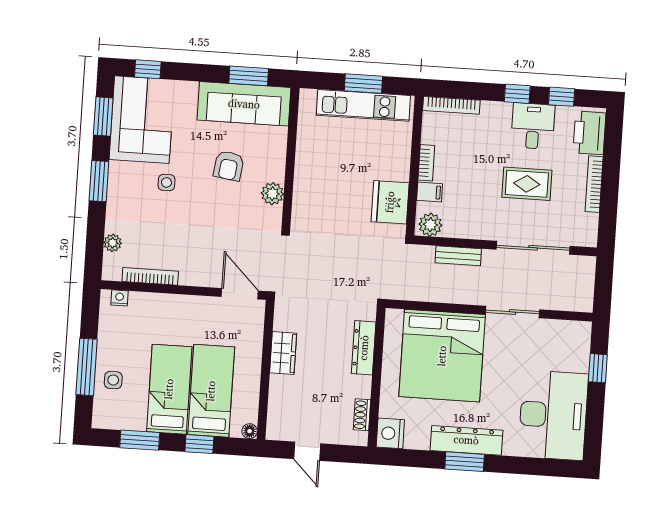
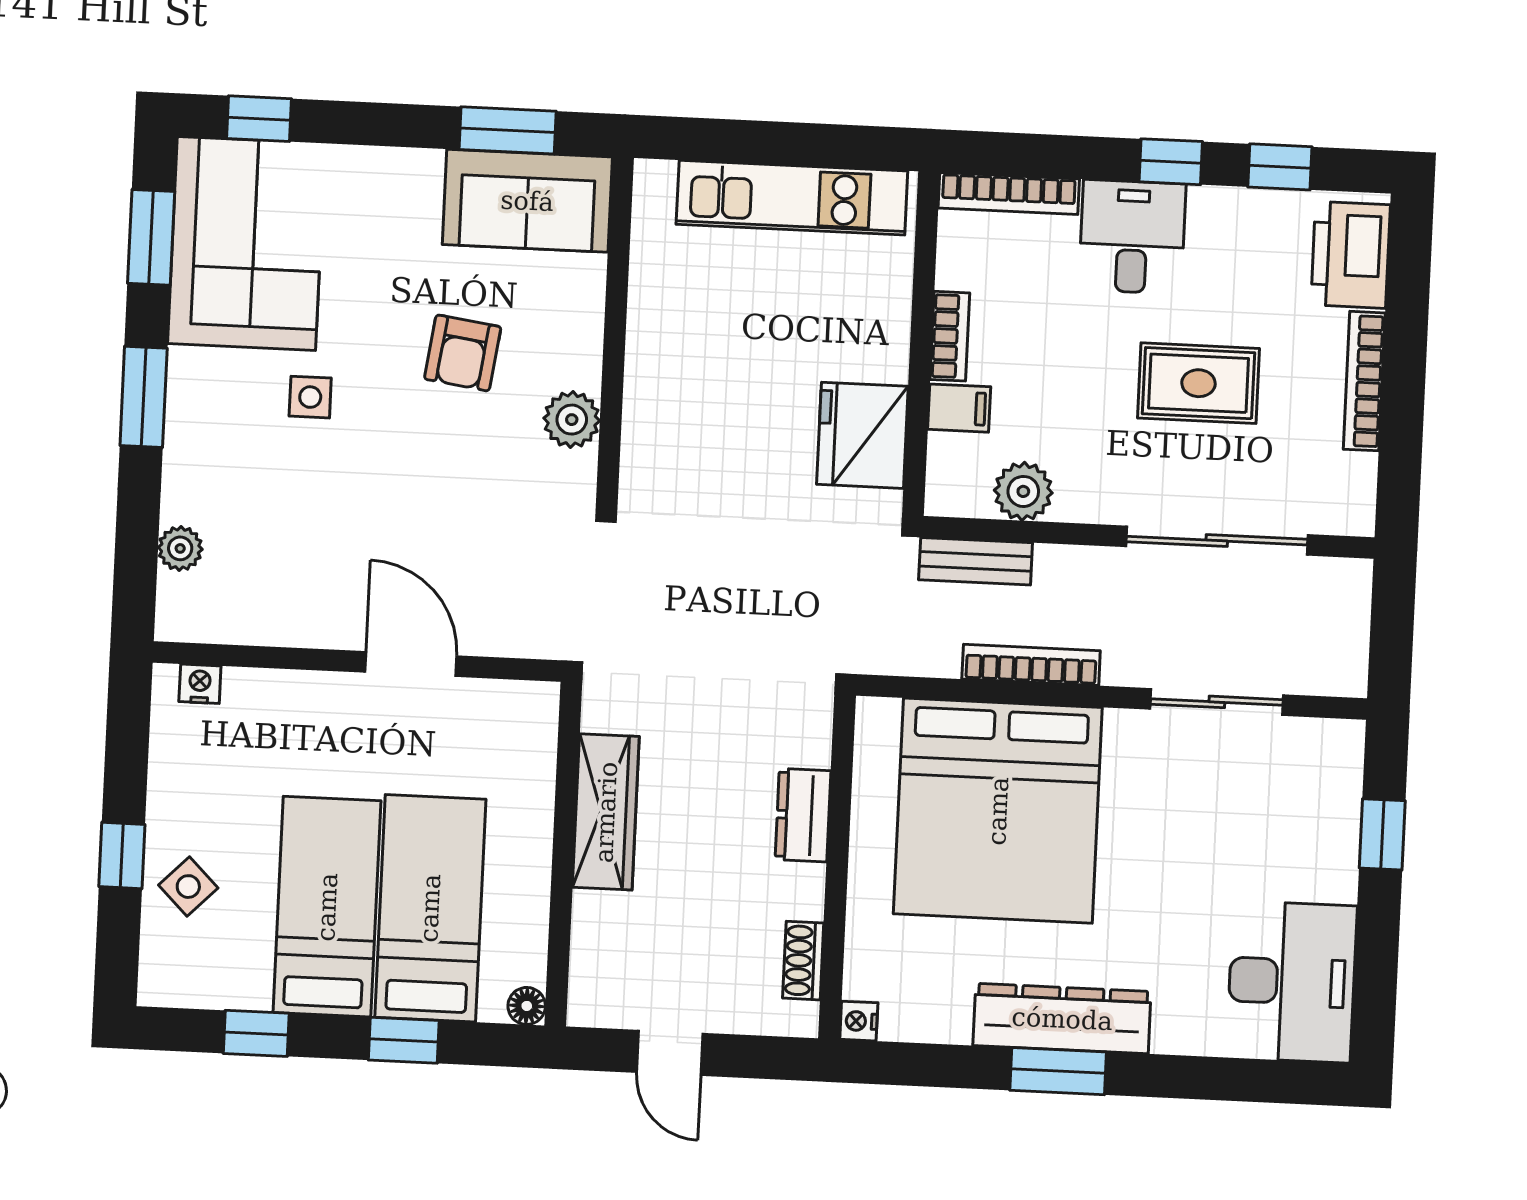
window: (363, 84) -> (791, 144), removed
sofa: (244, 104) -> (527, 201), width x0.73
desk: (533, 126) -> (1132, 237), moved
plant: (430, 225) -> (1023, 491), moved
bench: (458, 256) -> (976, 561), moved
bookcase: (150, 276) -> (1031, 665), moved
door: (240, 294) -> (411, 664), moved
sliding door: (513, 312) -> (1217, 702), moved
dresser: (364, 348) -> (803, 815), width x0.70
wardrobe: (283, 353) -> (606, 812), width x1.50
window: (87, 367) -> (122, 856), width x0.46
side table: (113, 380) -> (188, 887), turned 45
desk: (553, 415) -> (1292, 982), width x0.73, depth x0.77
nightstand: (390, 433) -> (859, 1021), width x0.53, depth x0.56
window: (140, 440) -> (256, 1033), width x0.67

